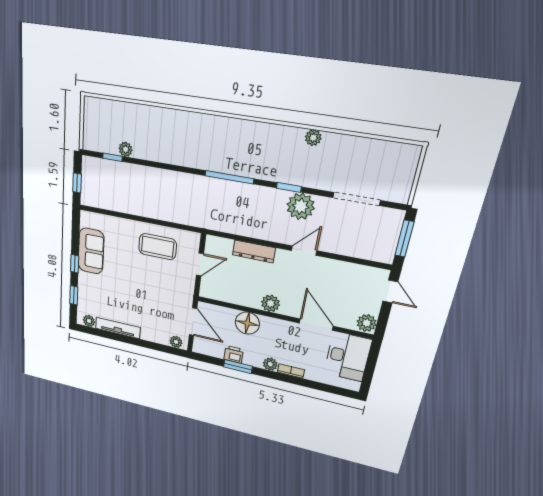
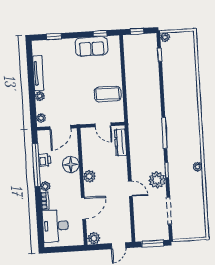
plant: (313, 138) -> (197, 167), moved
plant: (126, 149) -> (165, 37), moved
coffee table: (158, 247) -> (108, 94), turned 90
dresser: (254, 251) -> (120, 142), moved
window: (75, 264) -> (100, 34), moved
plant: (89, 321) -> (40, 96), moved
desk: (348, 357) -> (55, 226), moved, turned 90
window: (238, 366) -> (36, 165), width x2.11

